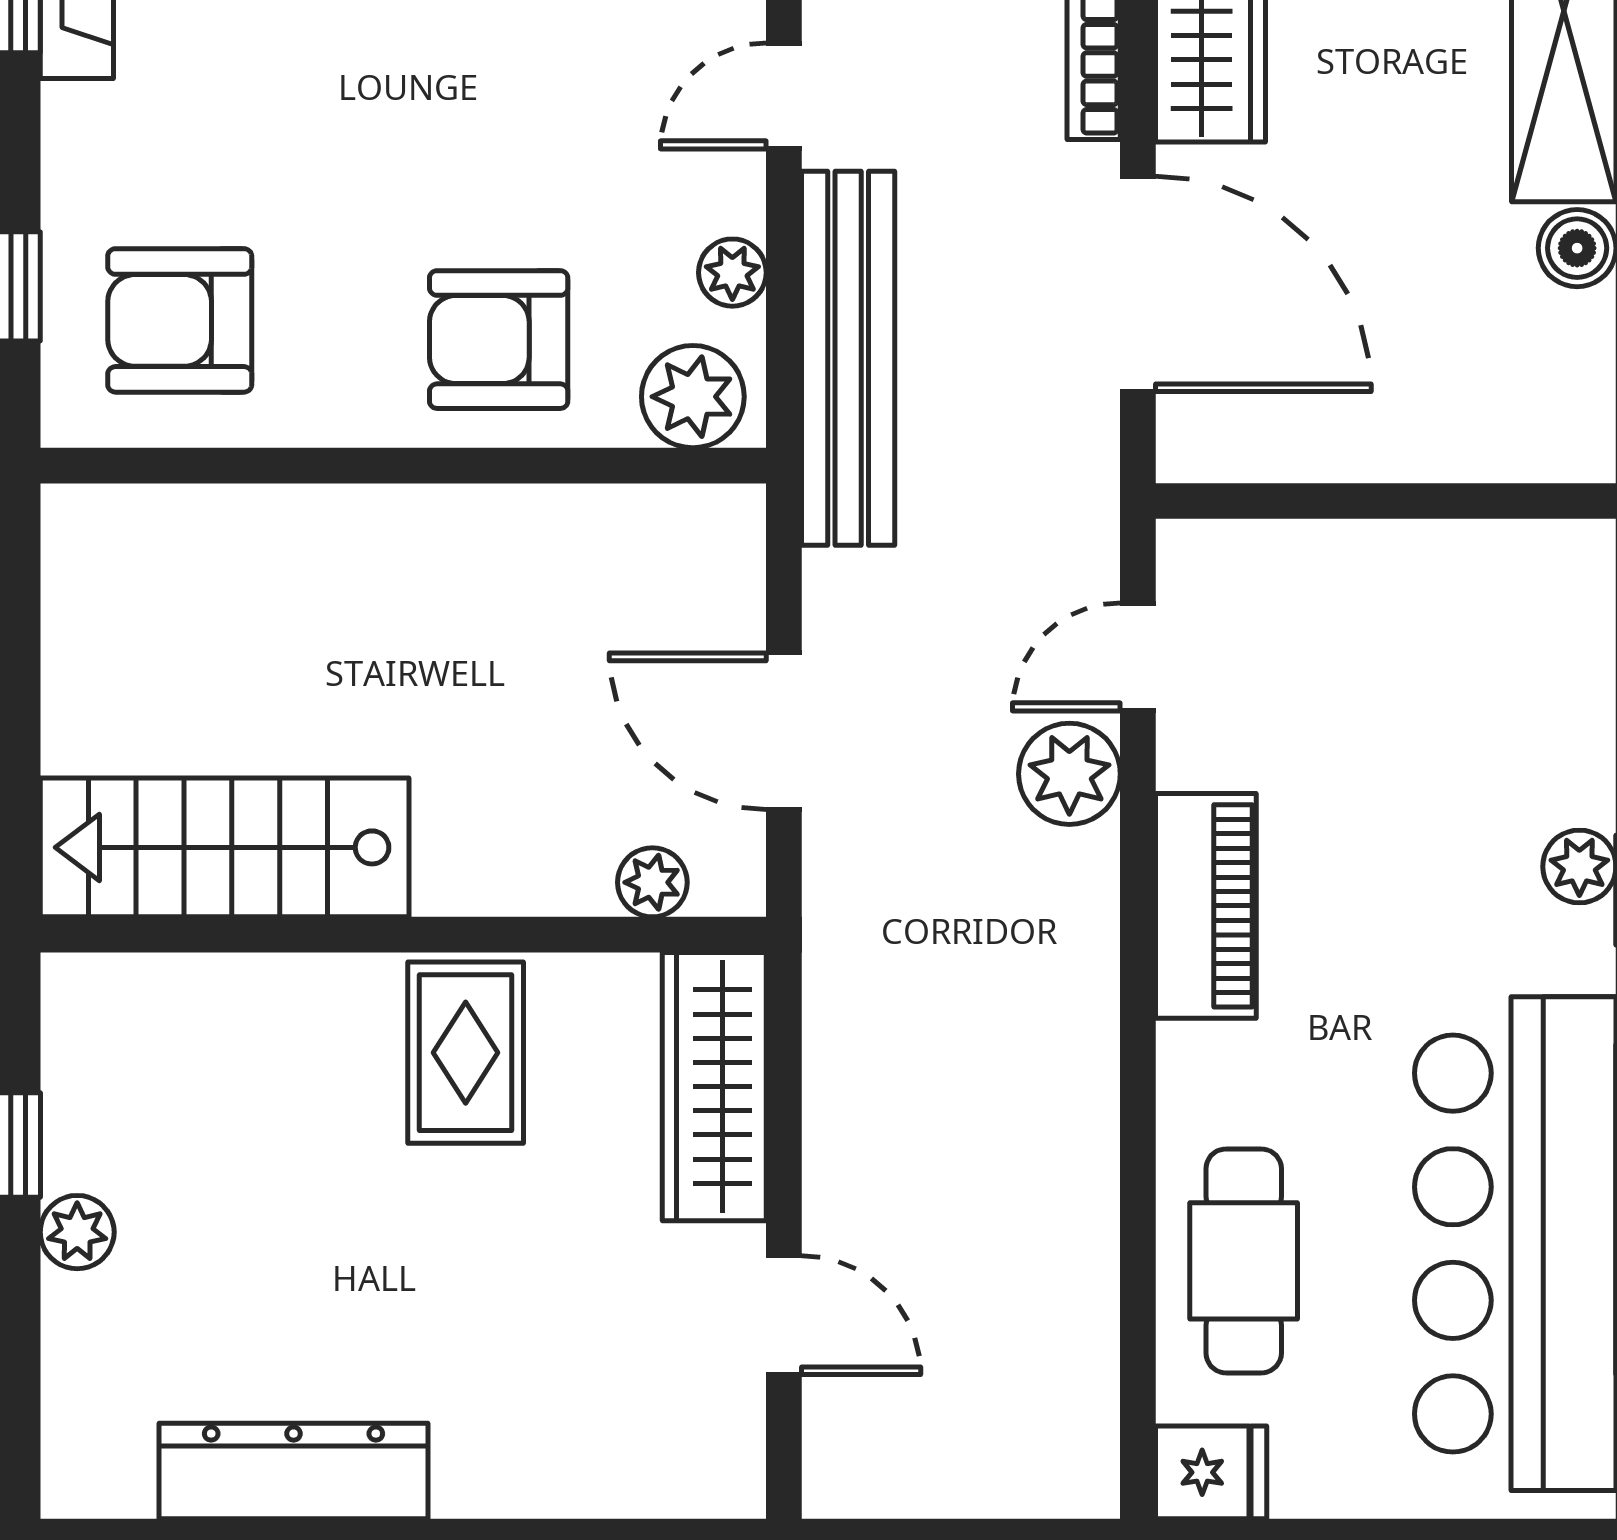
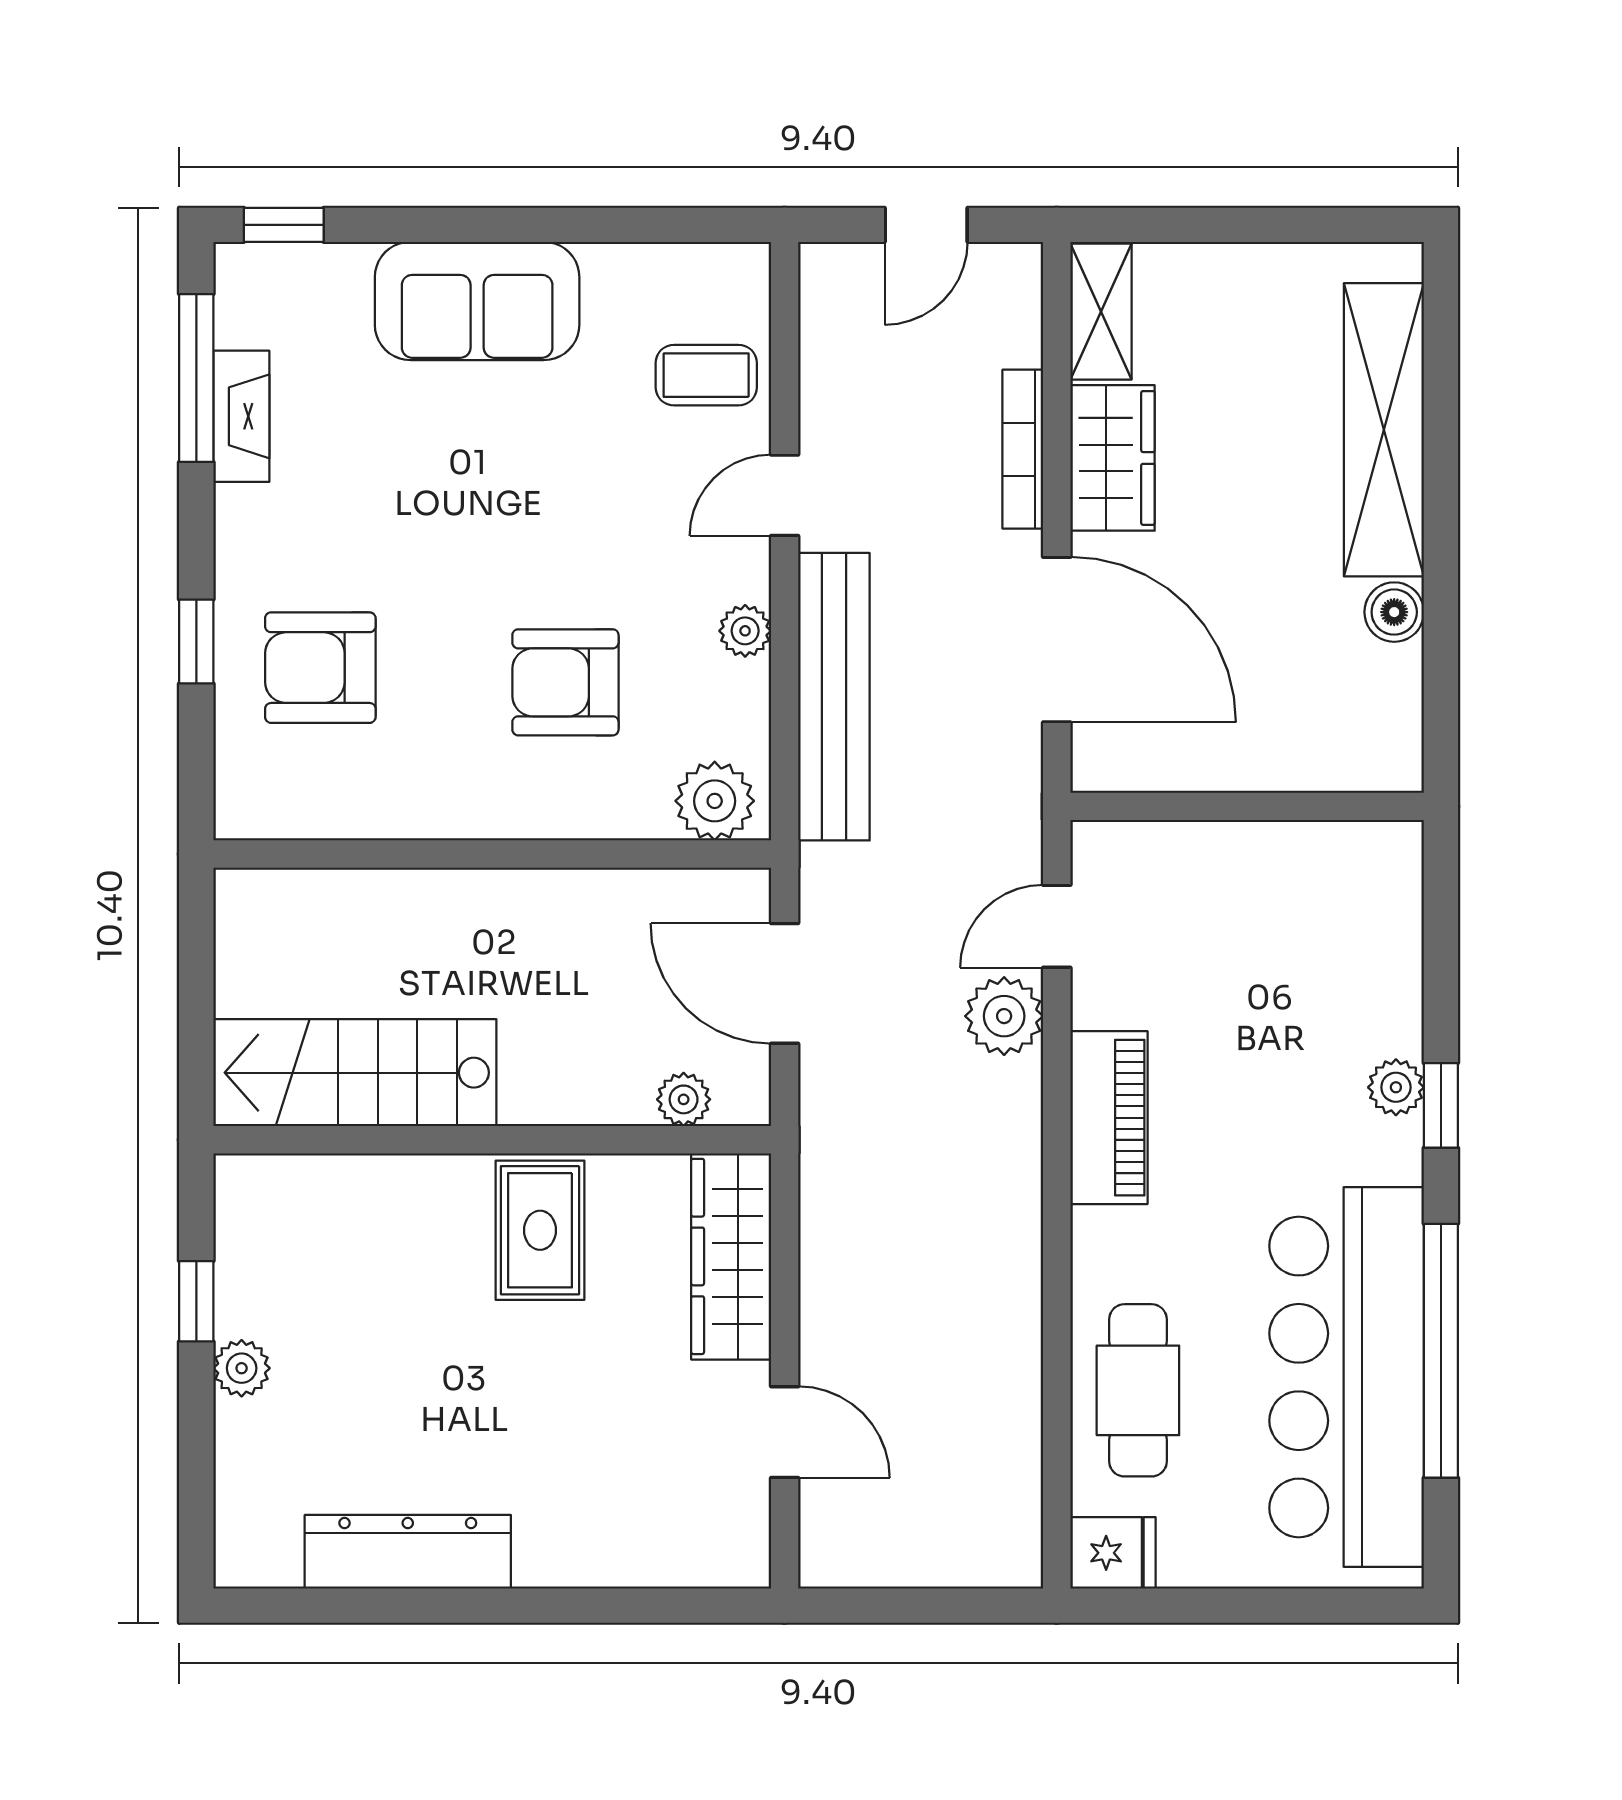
plant: (693, 397) -> (715, 801), moved
wall: (403, 466) -> (492, 854), moved

